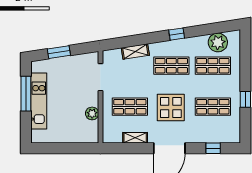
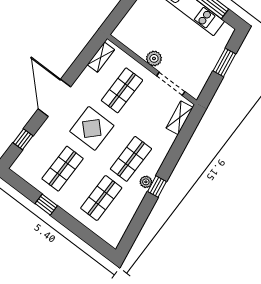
plant: (218, 42) -> (146, 182), moved, width x0.53, depth x0.53
shelving: (135, 51) -> (180, 118), moved
plant: (92, 113) -> (154, 58), moved
shelving: (135, 138) -> (101, 57), moved

